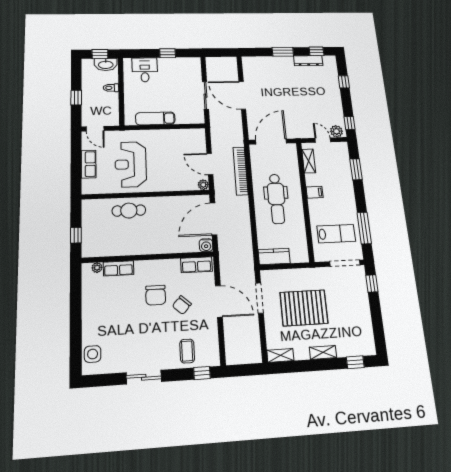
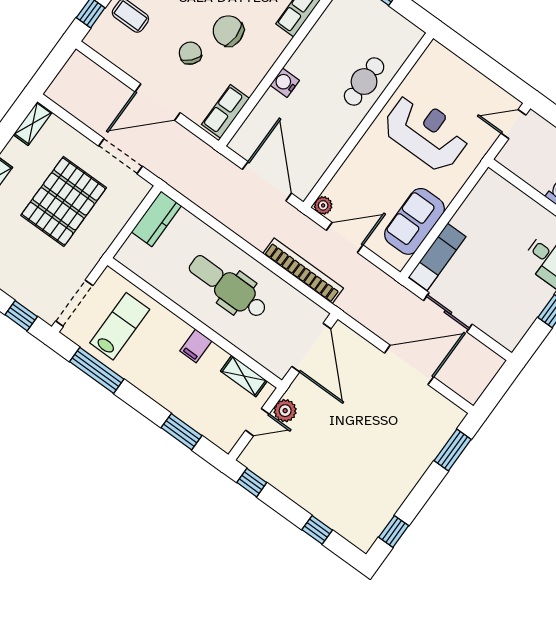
window: (283, 52) -> (453, 450), moved
dresser: (308, 61) -> (388, 506), removed
exam couch: (155, 118) -> (437, 257), moved
plant: (336, 131) -> (285, 411), moved
sofa: (177, 139) -> (414, 221), added
row of seats: (89, 164) -> (469, 78), removed
lab bench: (336, 234) -> (120, 326), turned 180
water cooler: (206, 245) -> (285, 83), moved

